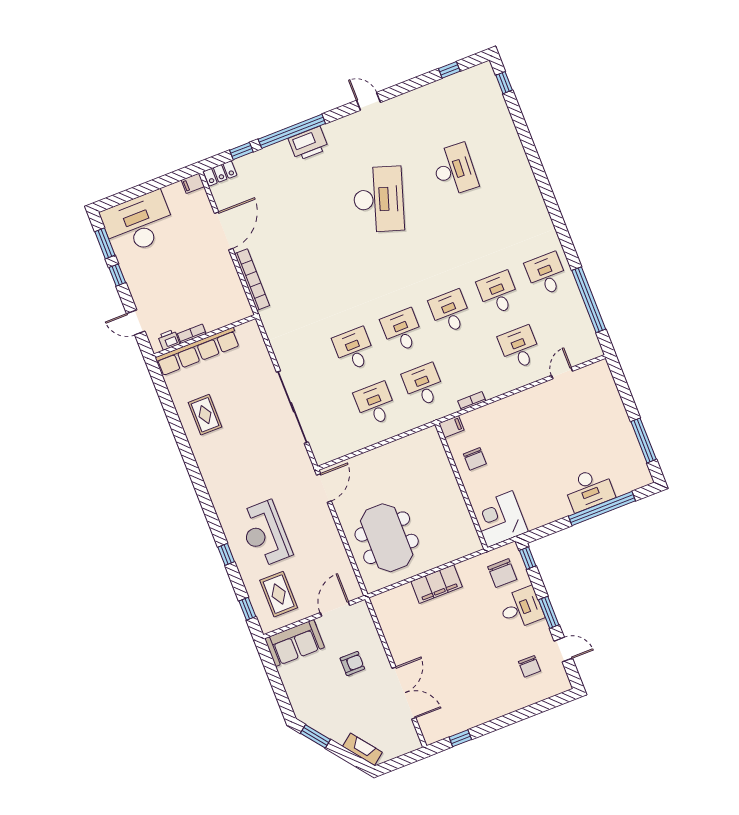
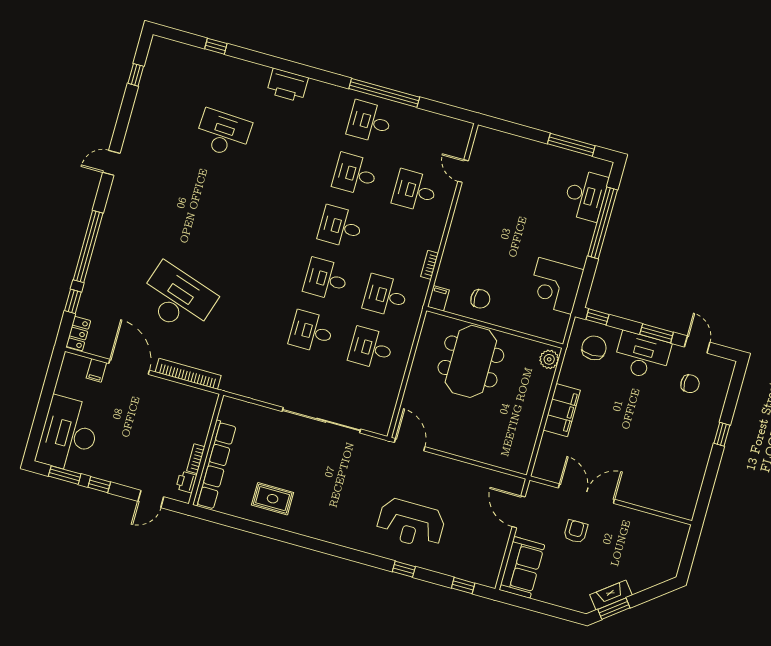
window: (504, 83) -> (216, 46), moved
printer: (308, 144) -> (288, 85), moved, turned 90
filing cabinet: (193, 183) -> (96, 370), moved
desk: (379, 199) -> (177, 299), moved
window: (589, 300) -> (384, 93), moved
desk: (589, 489) -> (585, 195), moved
corner desk: (500, 519) -> (555, 286), moved
meeting table: (387, 538) -> (471, 361), moved, turned 90
plant: (468, 546) -> (549, 359), added
chair: (502, 573) -> (594, 348), turned -90
rug: (279, 594) -> (470, 550), removed
desk: (521, 608) -> (642, 356), width x1.37
door: (563, 650) -> (697, 345), hinge flipped
double door: (404, 693) -> (586, 494), moved
window: (460, 738) -> (722, 434), moved
fireplace: (362, 749) -> (611, 595), moved

